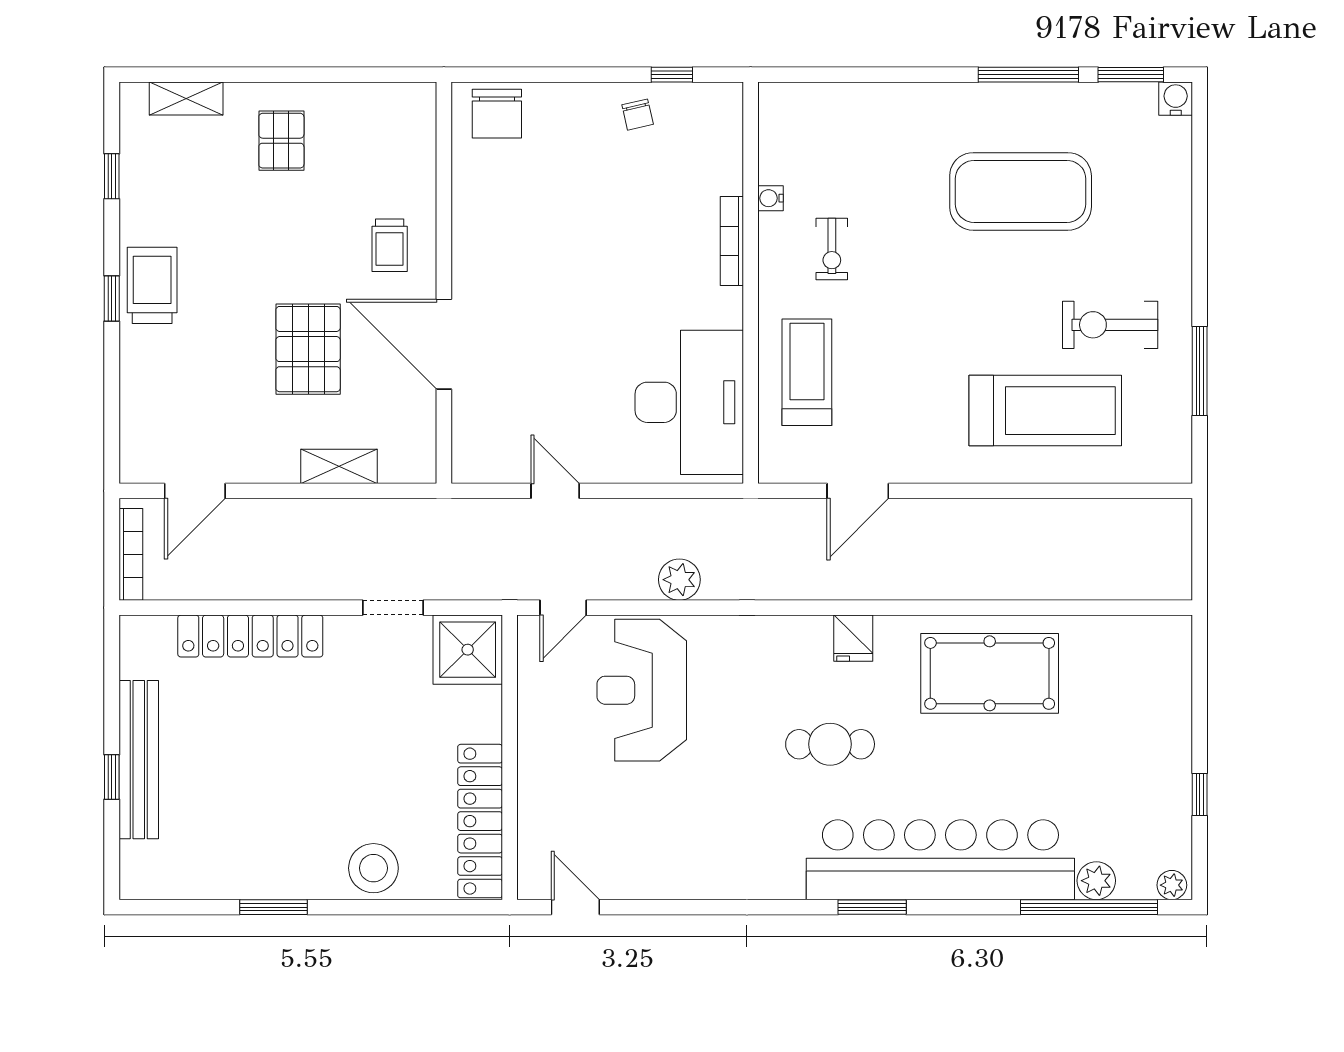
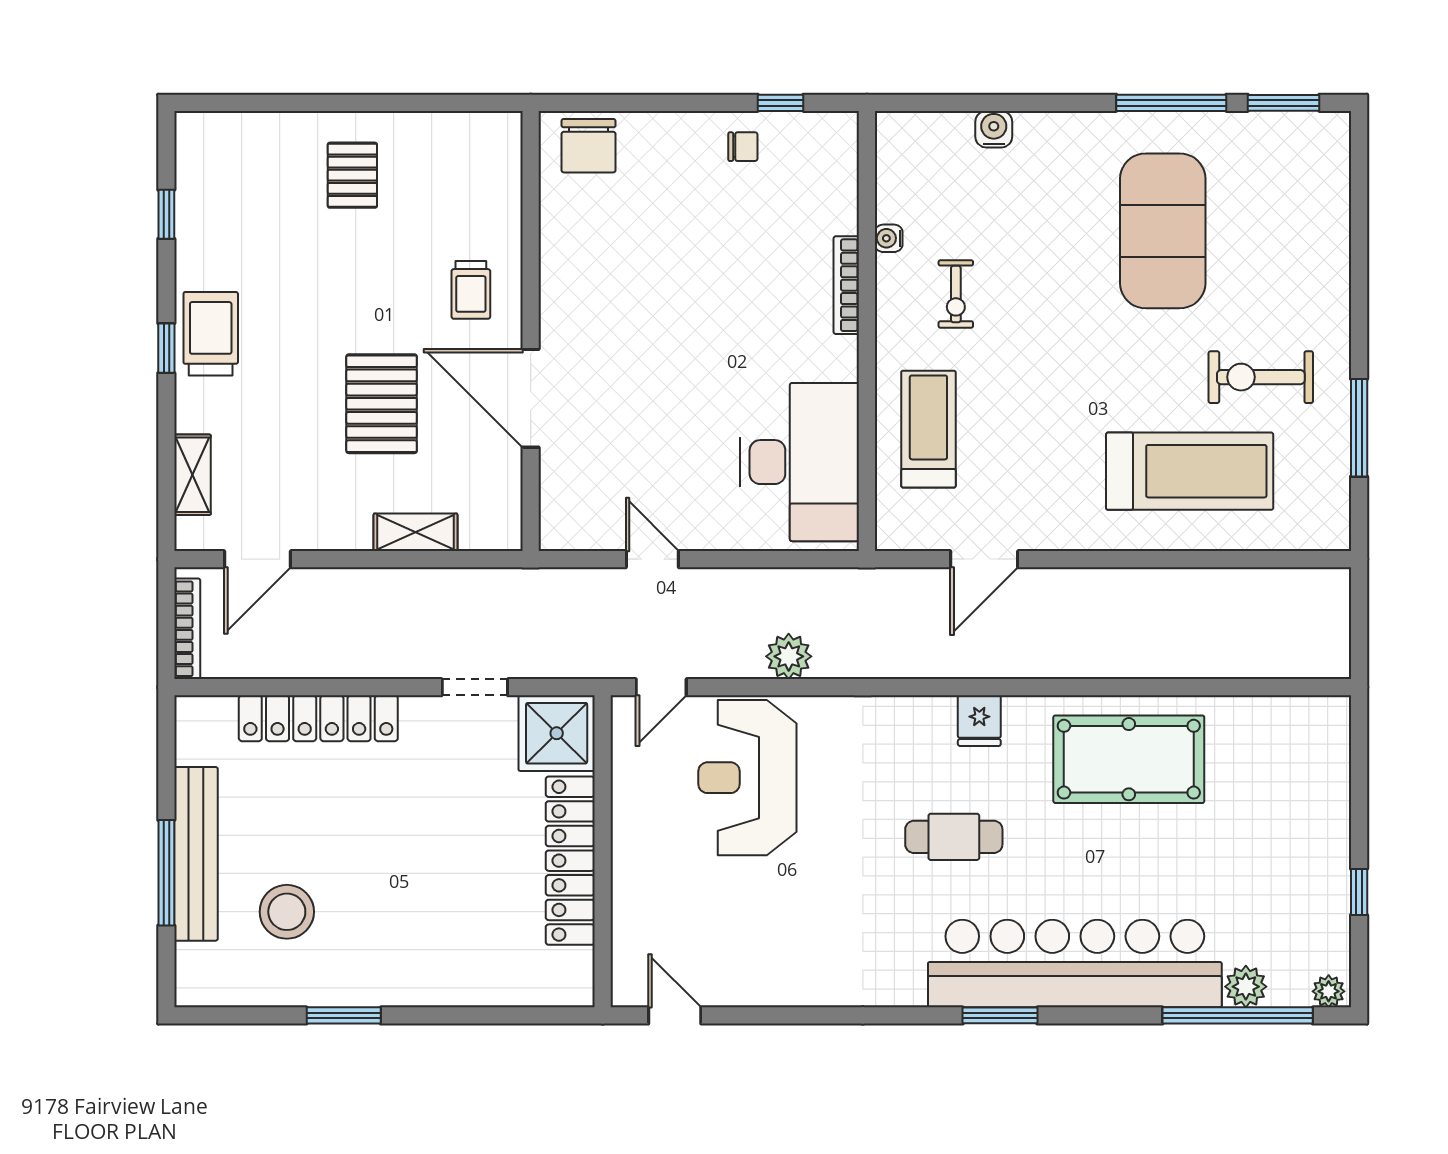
shelving: (186, 98) -> (192, 475), moved, turned 90
water cooler: (1176, 99) -> (994, 129), moved
chair: (638, 115) -> (743, 147), turned -77
exercise mat: (1021, 191) -> (1163, 231), turned 90
window: (112, 777) -> (166, 873), width x2.17
locker: (480, 821) -> (570, 861), moved
stool: (373, 868) -> (287, 912), moved

